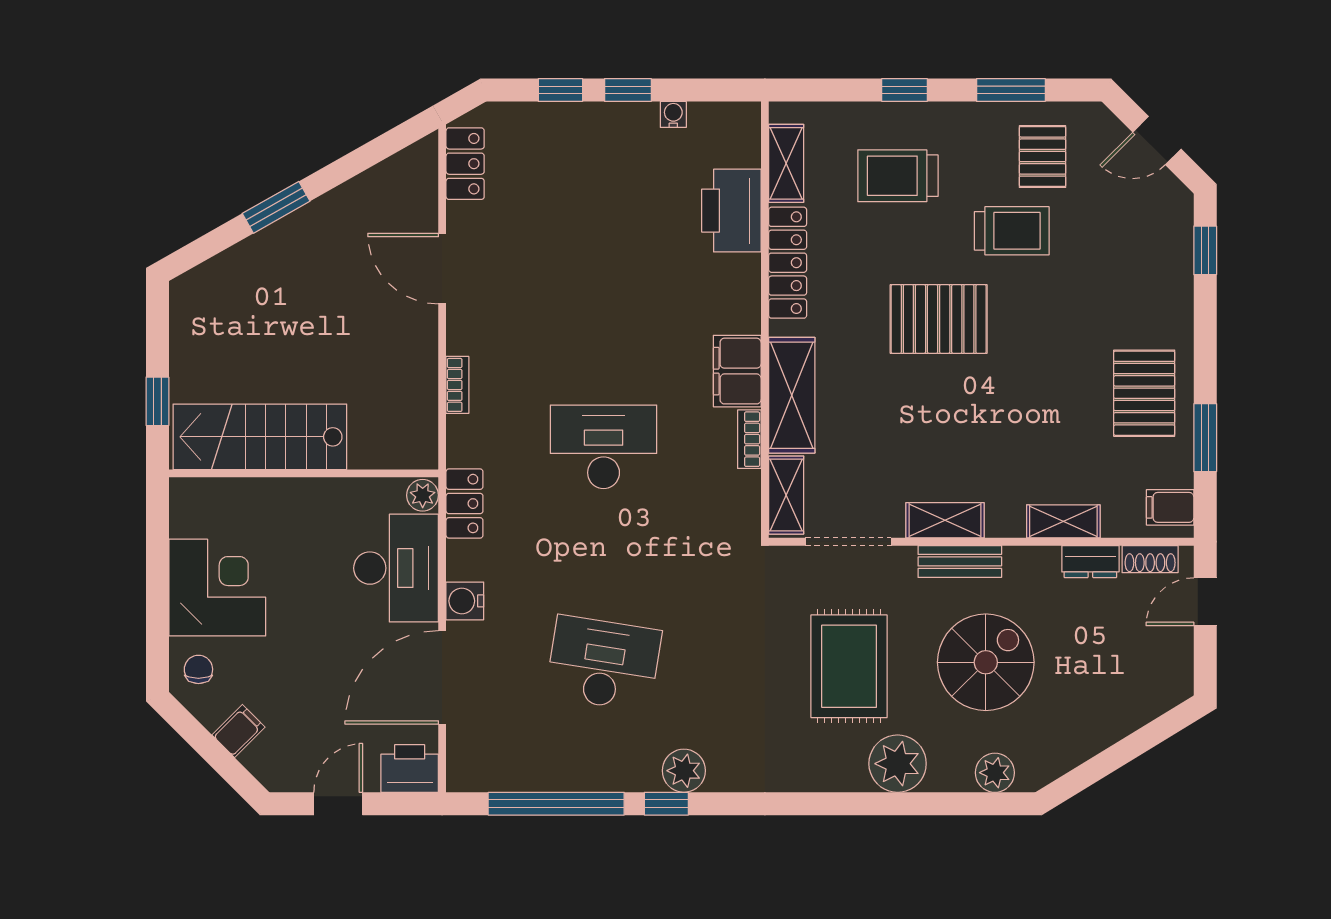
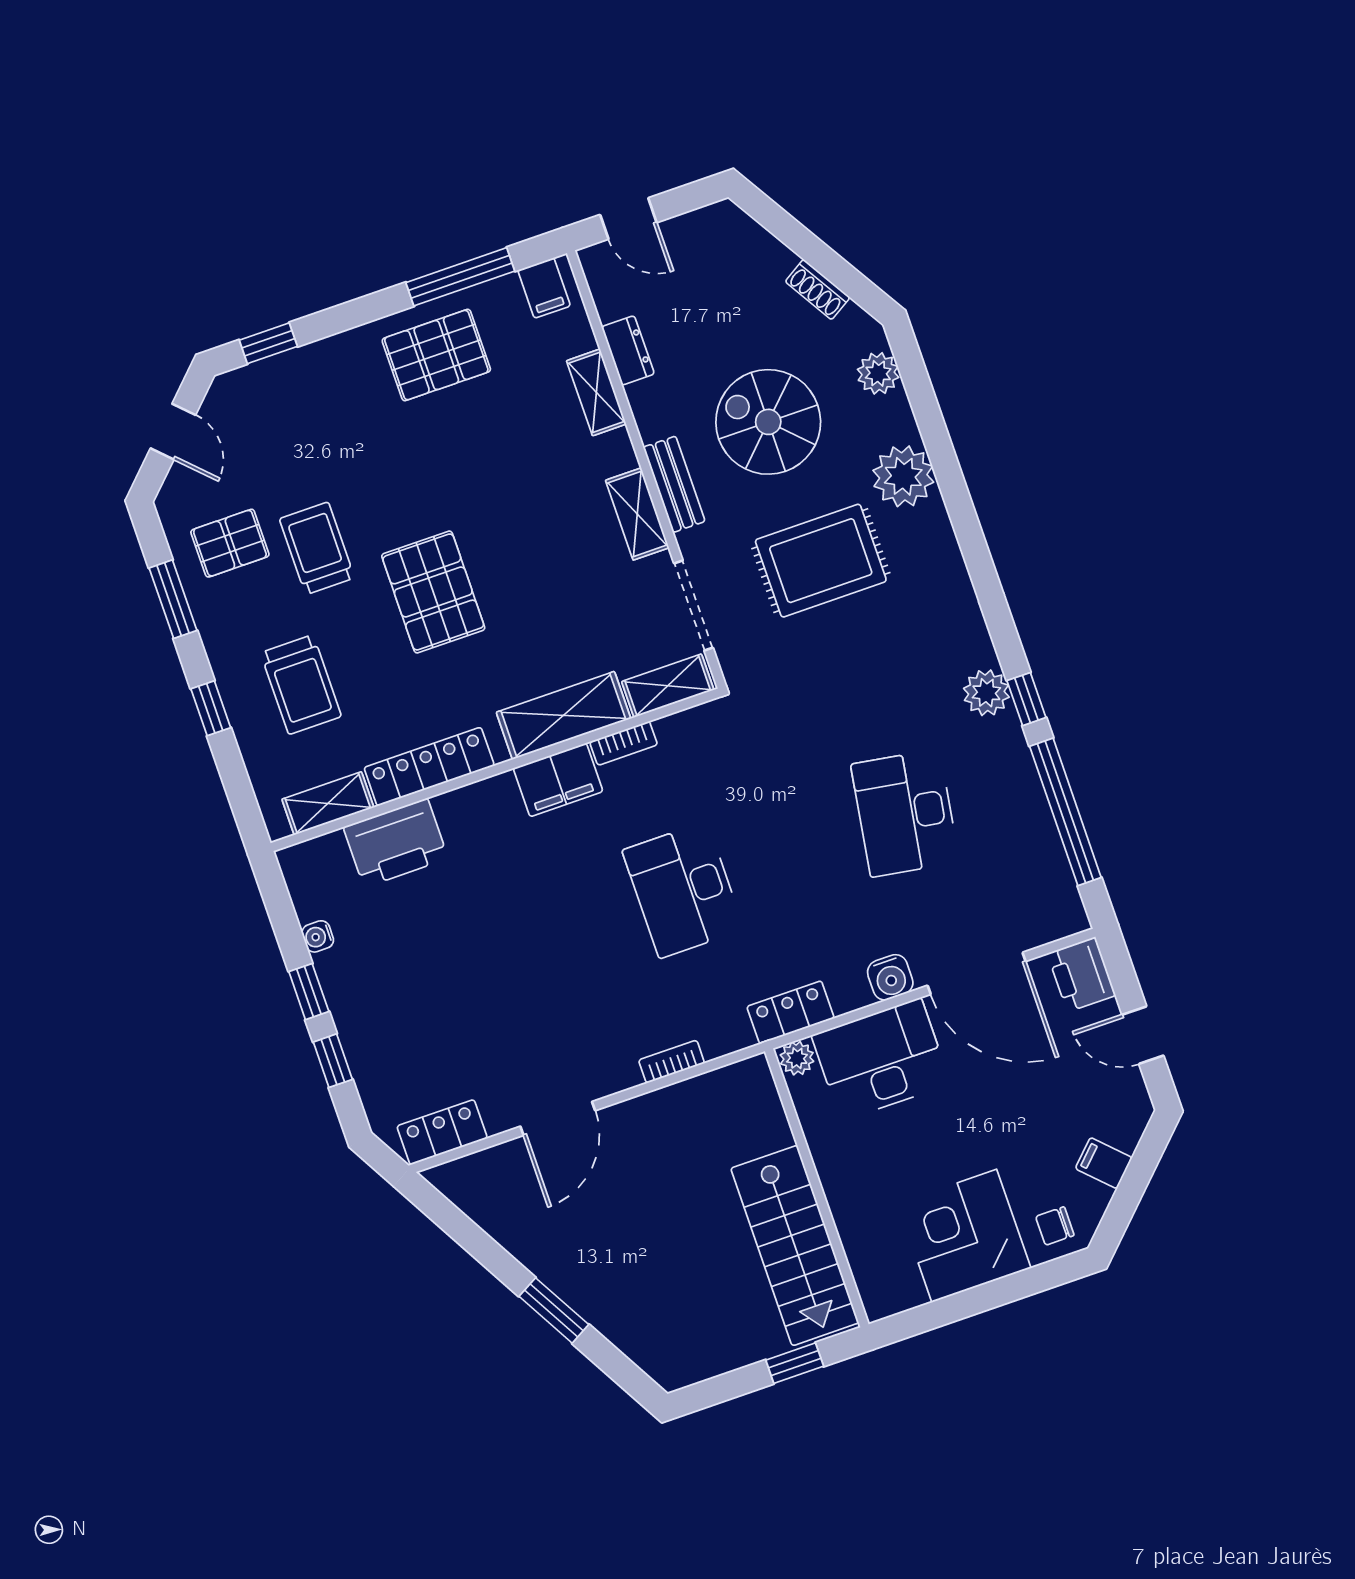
window: (1205, 438) -> (460, 277), width x1.44
shoe rack: (1150, 559) -> (818, 290), moved, turned 149

